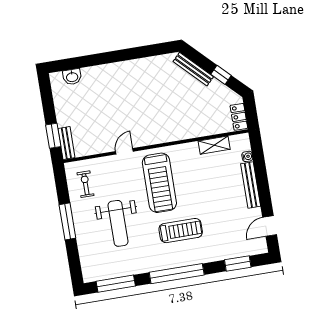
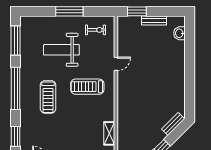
bench: (193, 69) -> (173, 124), width x0.73
bench: (66, 143) -> (154, 21), moved
door: (124, 151) -> (116, 64), hinge flipped
treadmill: (159, 183) -> (87, 87), width x0.73, depth x0.73

